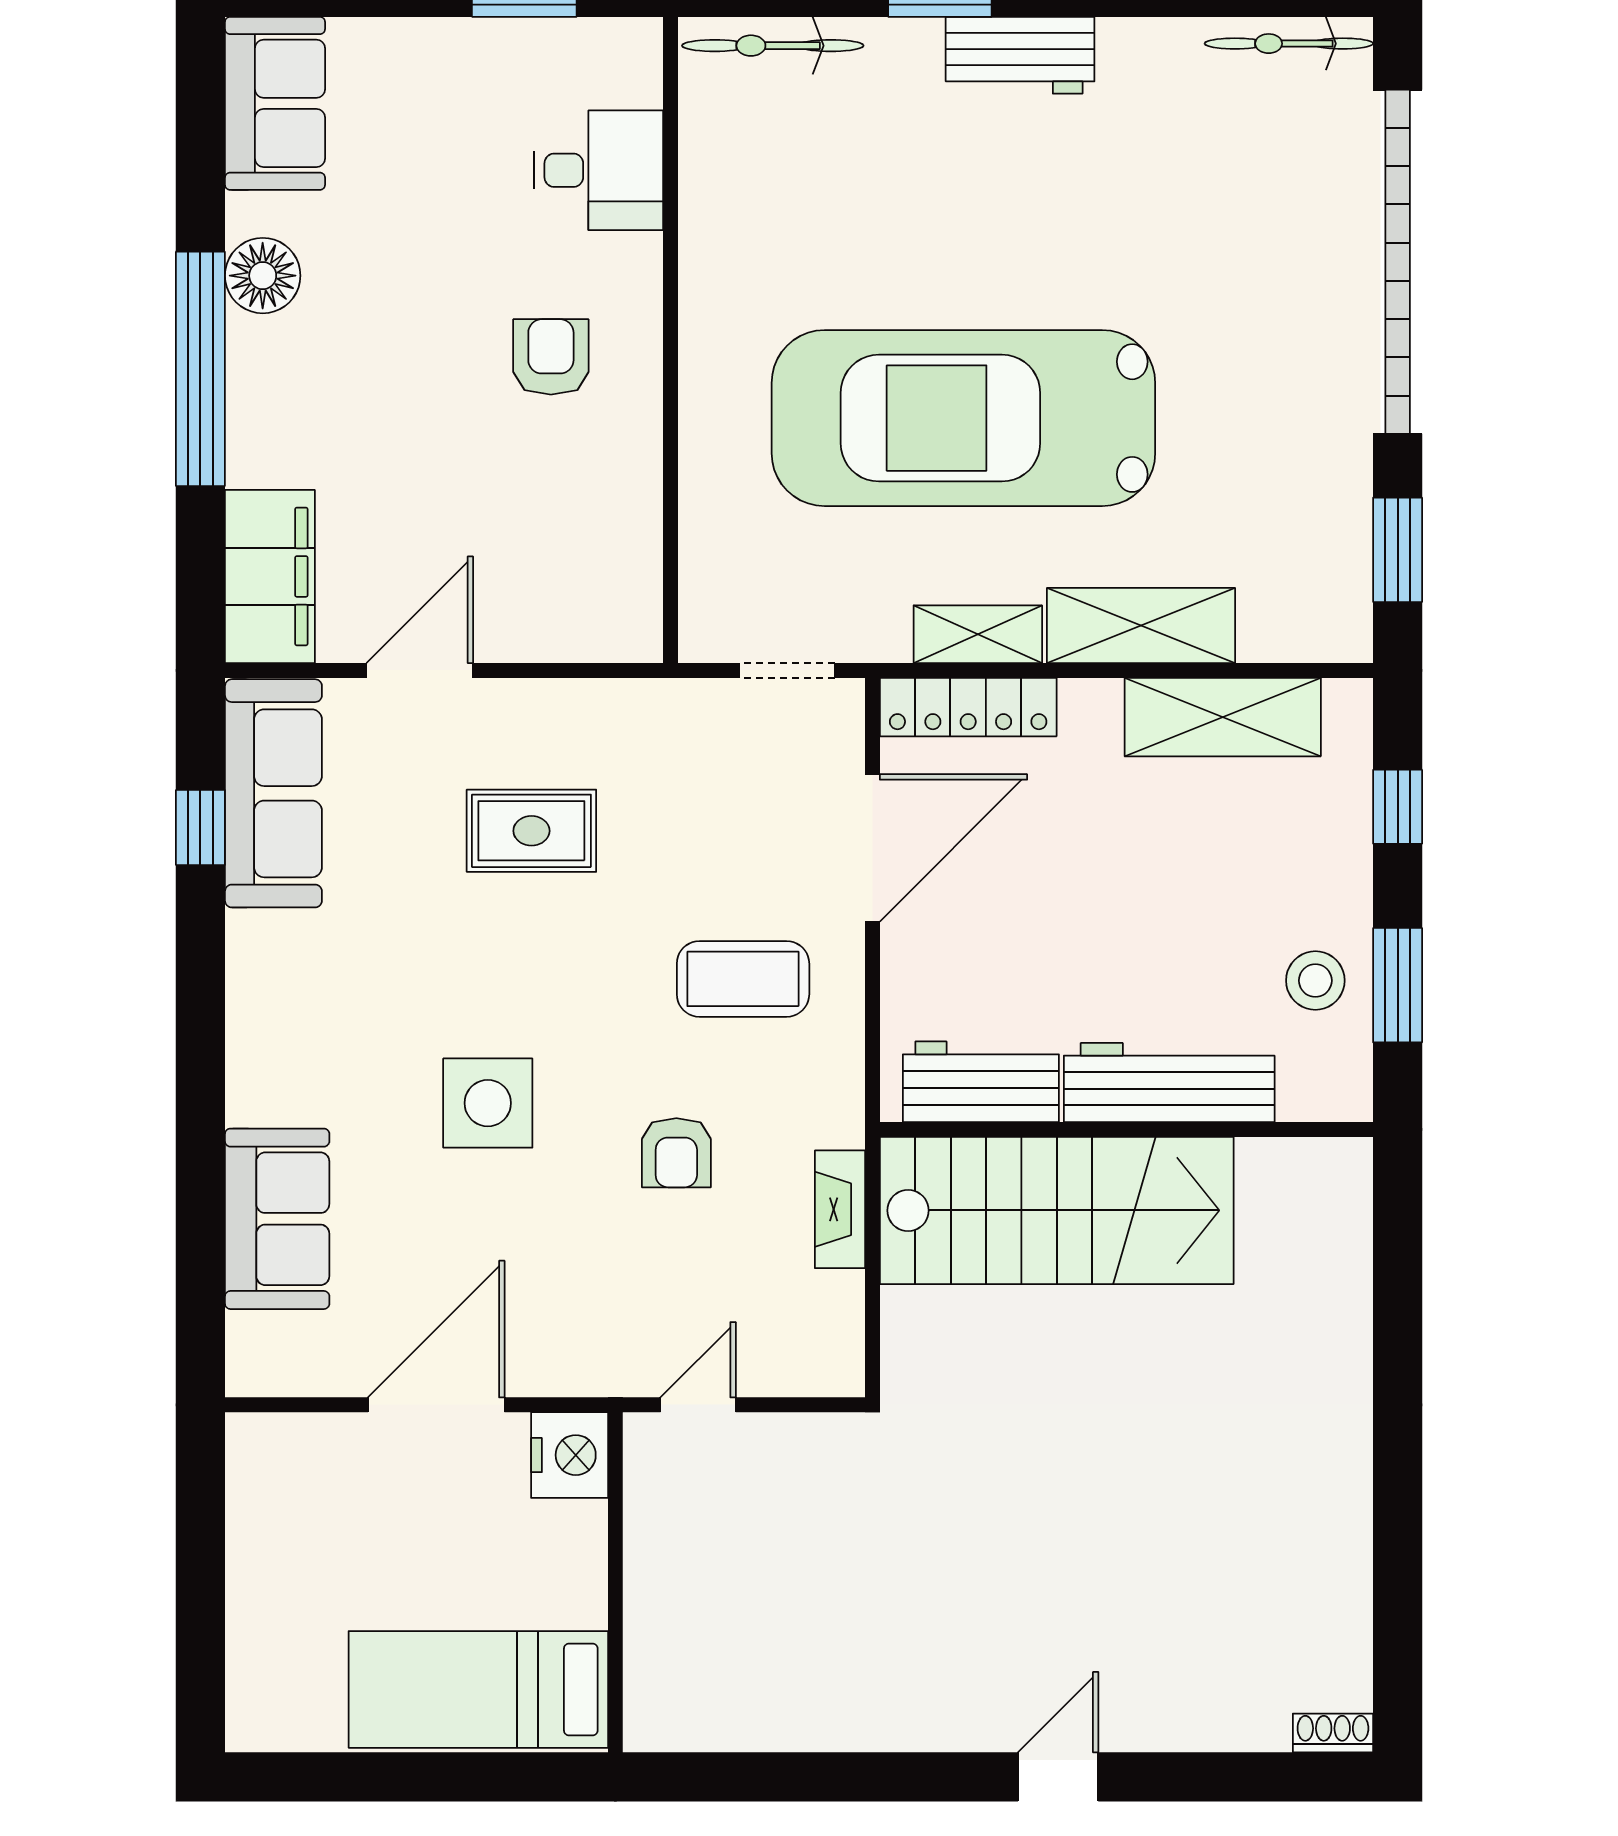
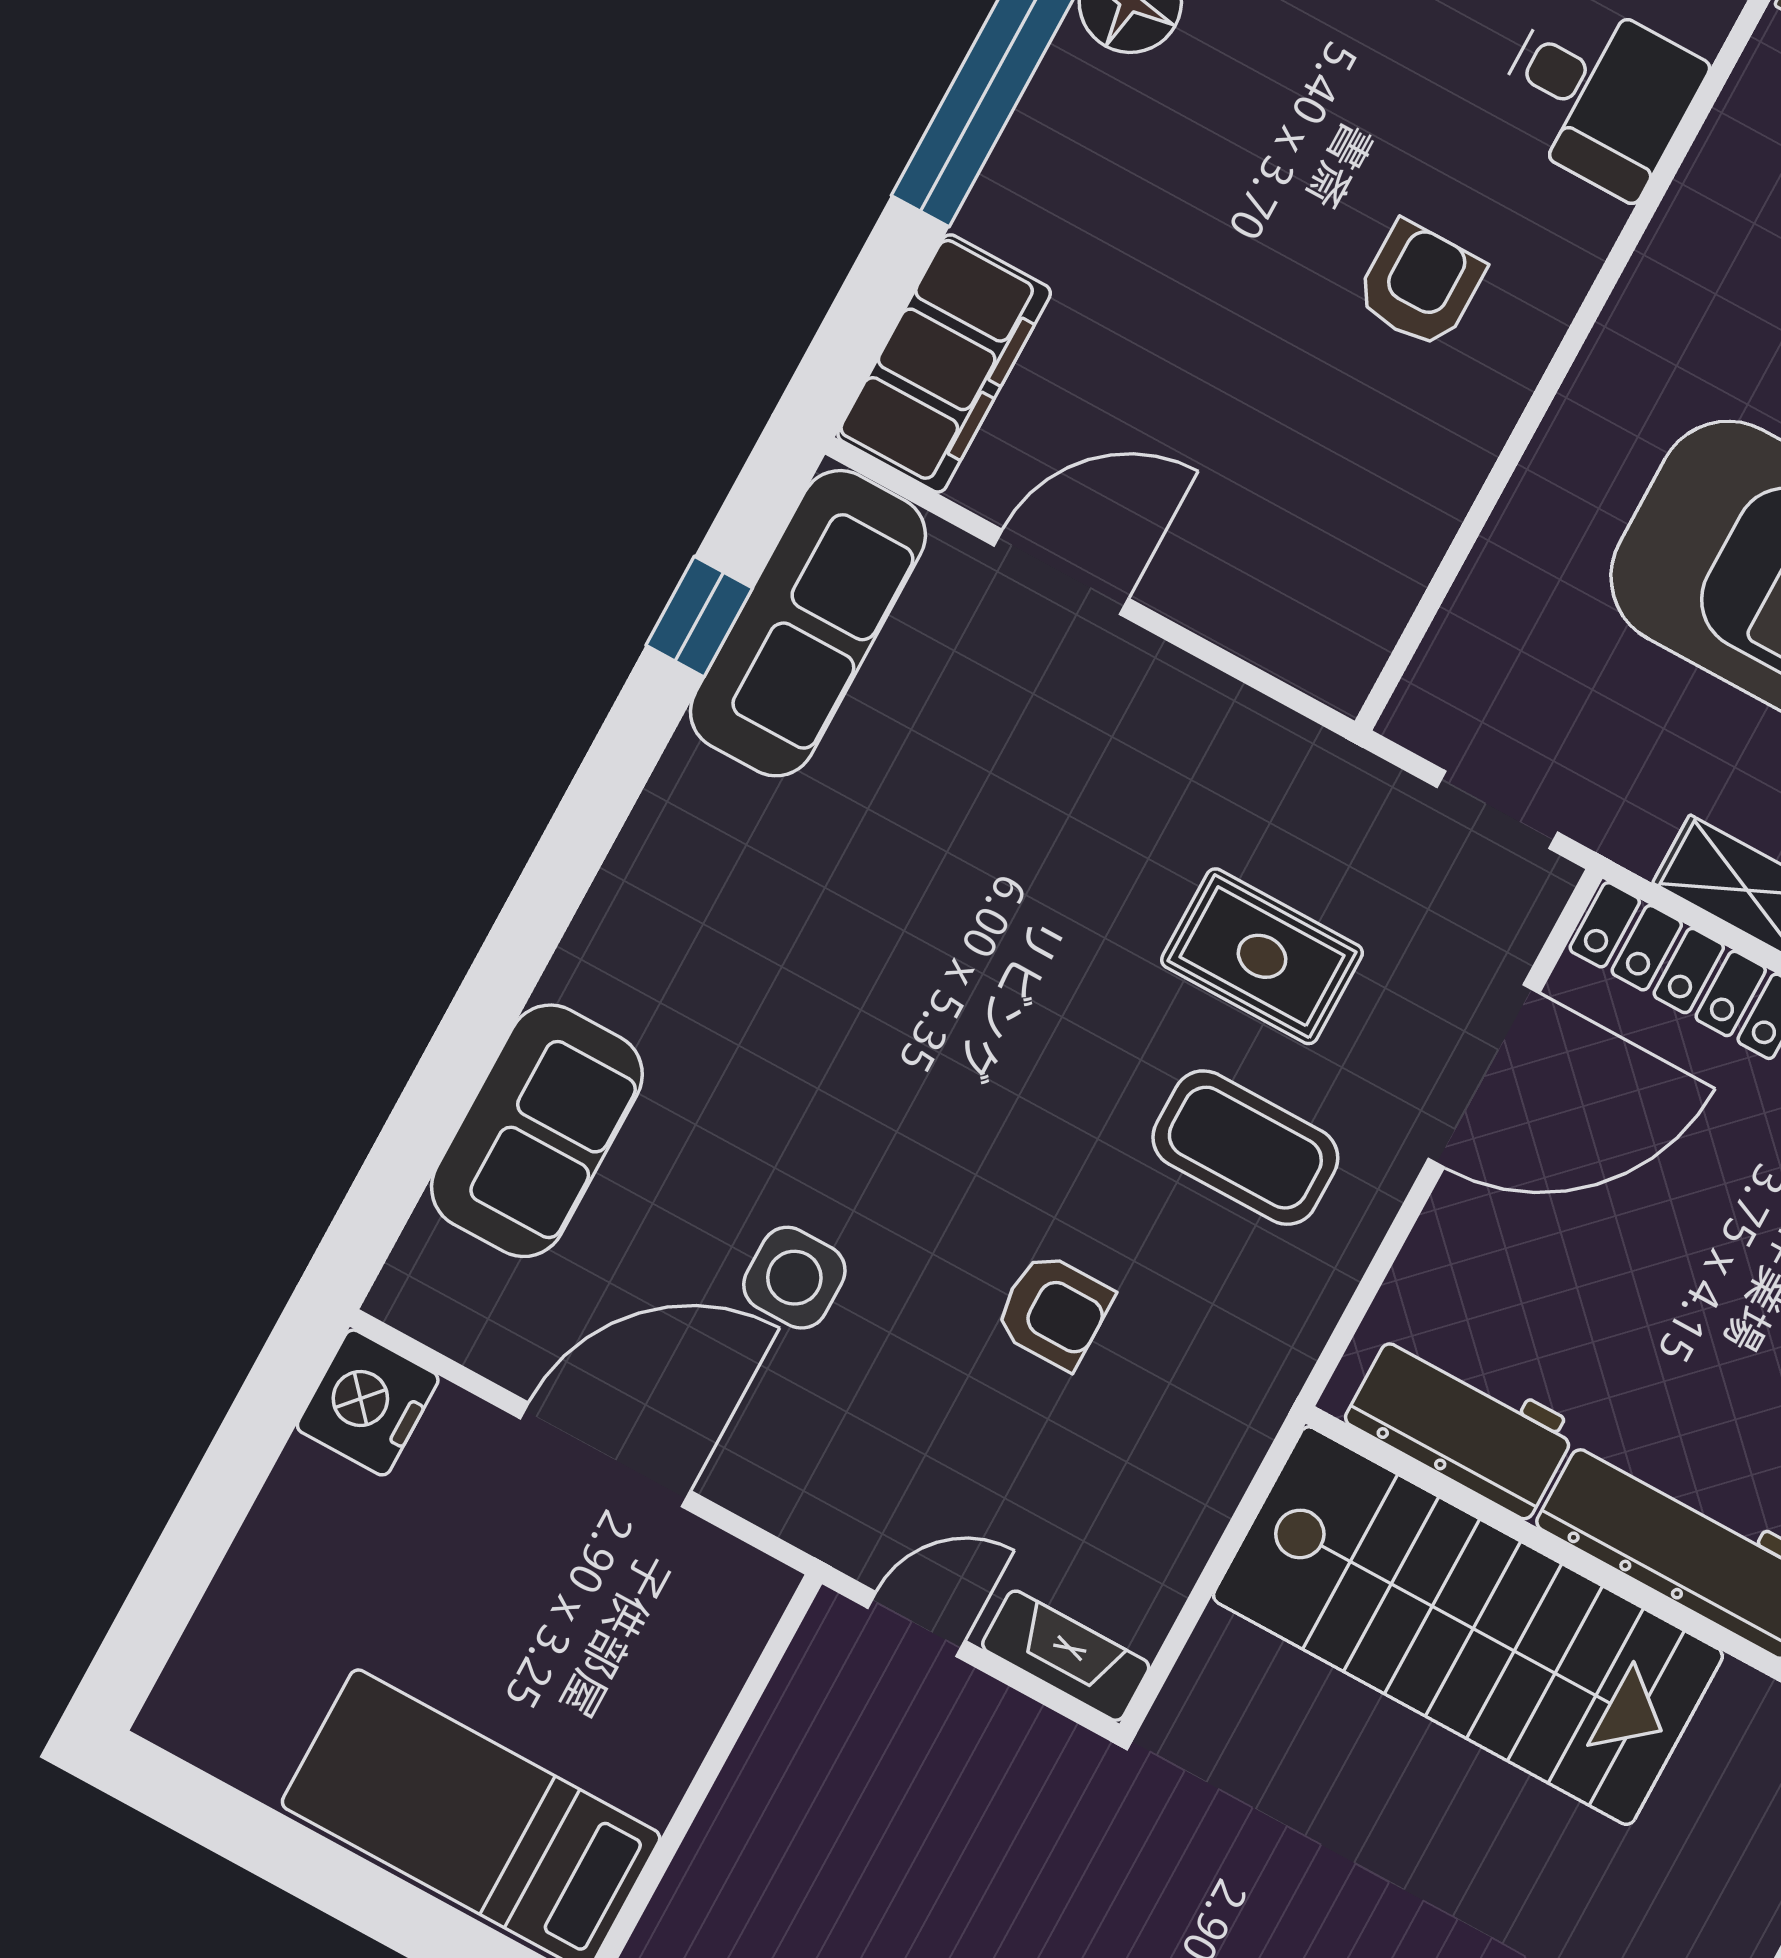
rug: (531, 831) -> (1262, 956), moved
side table: (488, 1103) -> (794, 1278), moved, width x0.73, depth x0.73
armchair: (676, 1153) -> (1054, 1311), turned -90
fireplace: (840, 1209) -> (1066, 1656), moved, turned 90
nightstand: (570, 1455) -> (368, 1402), moved, turned 180

